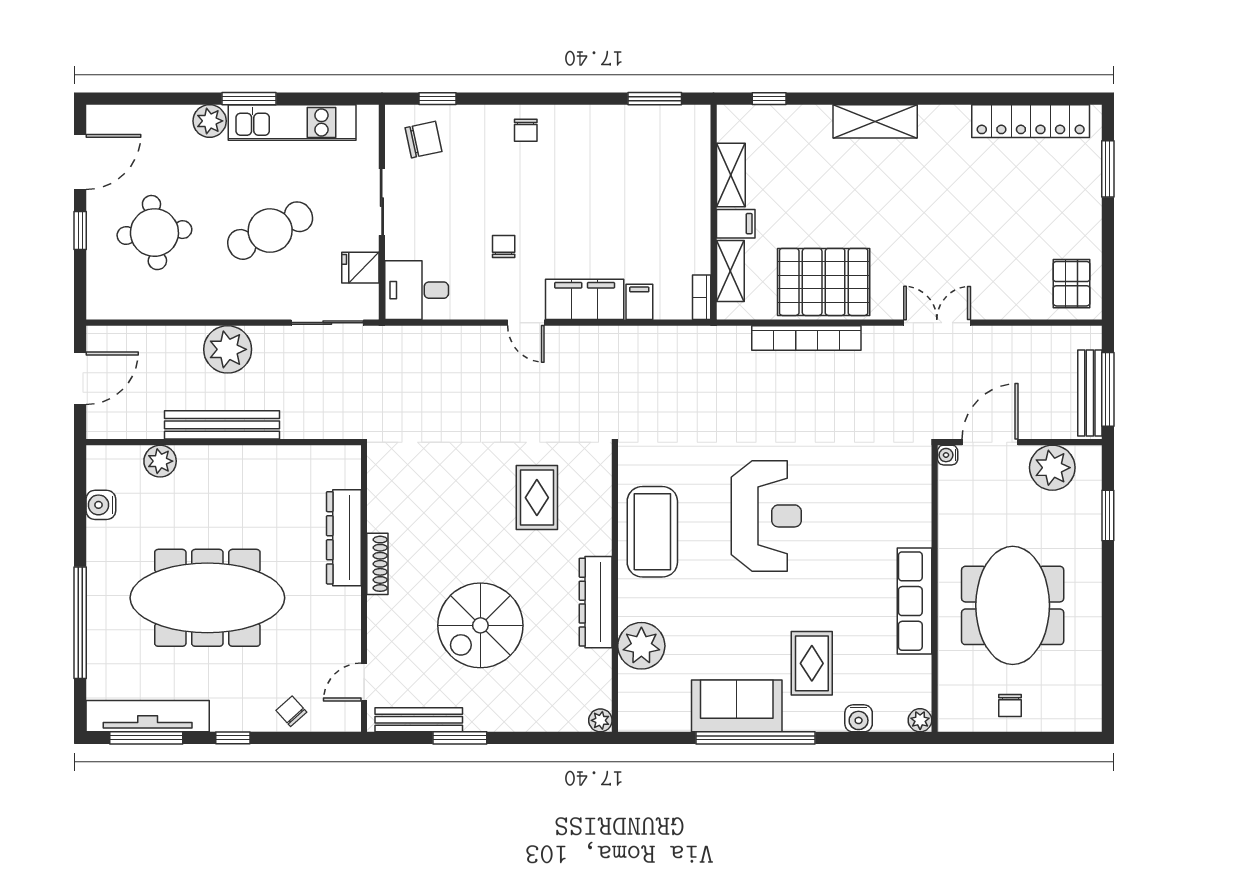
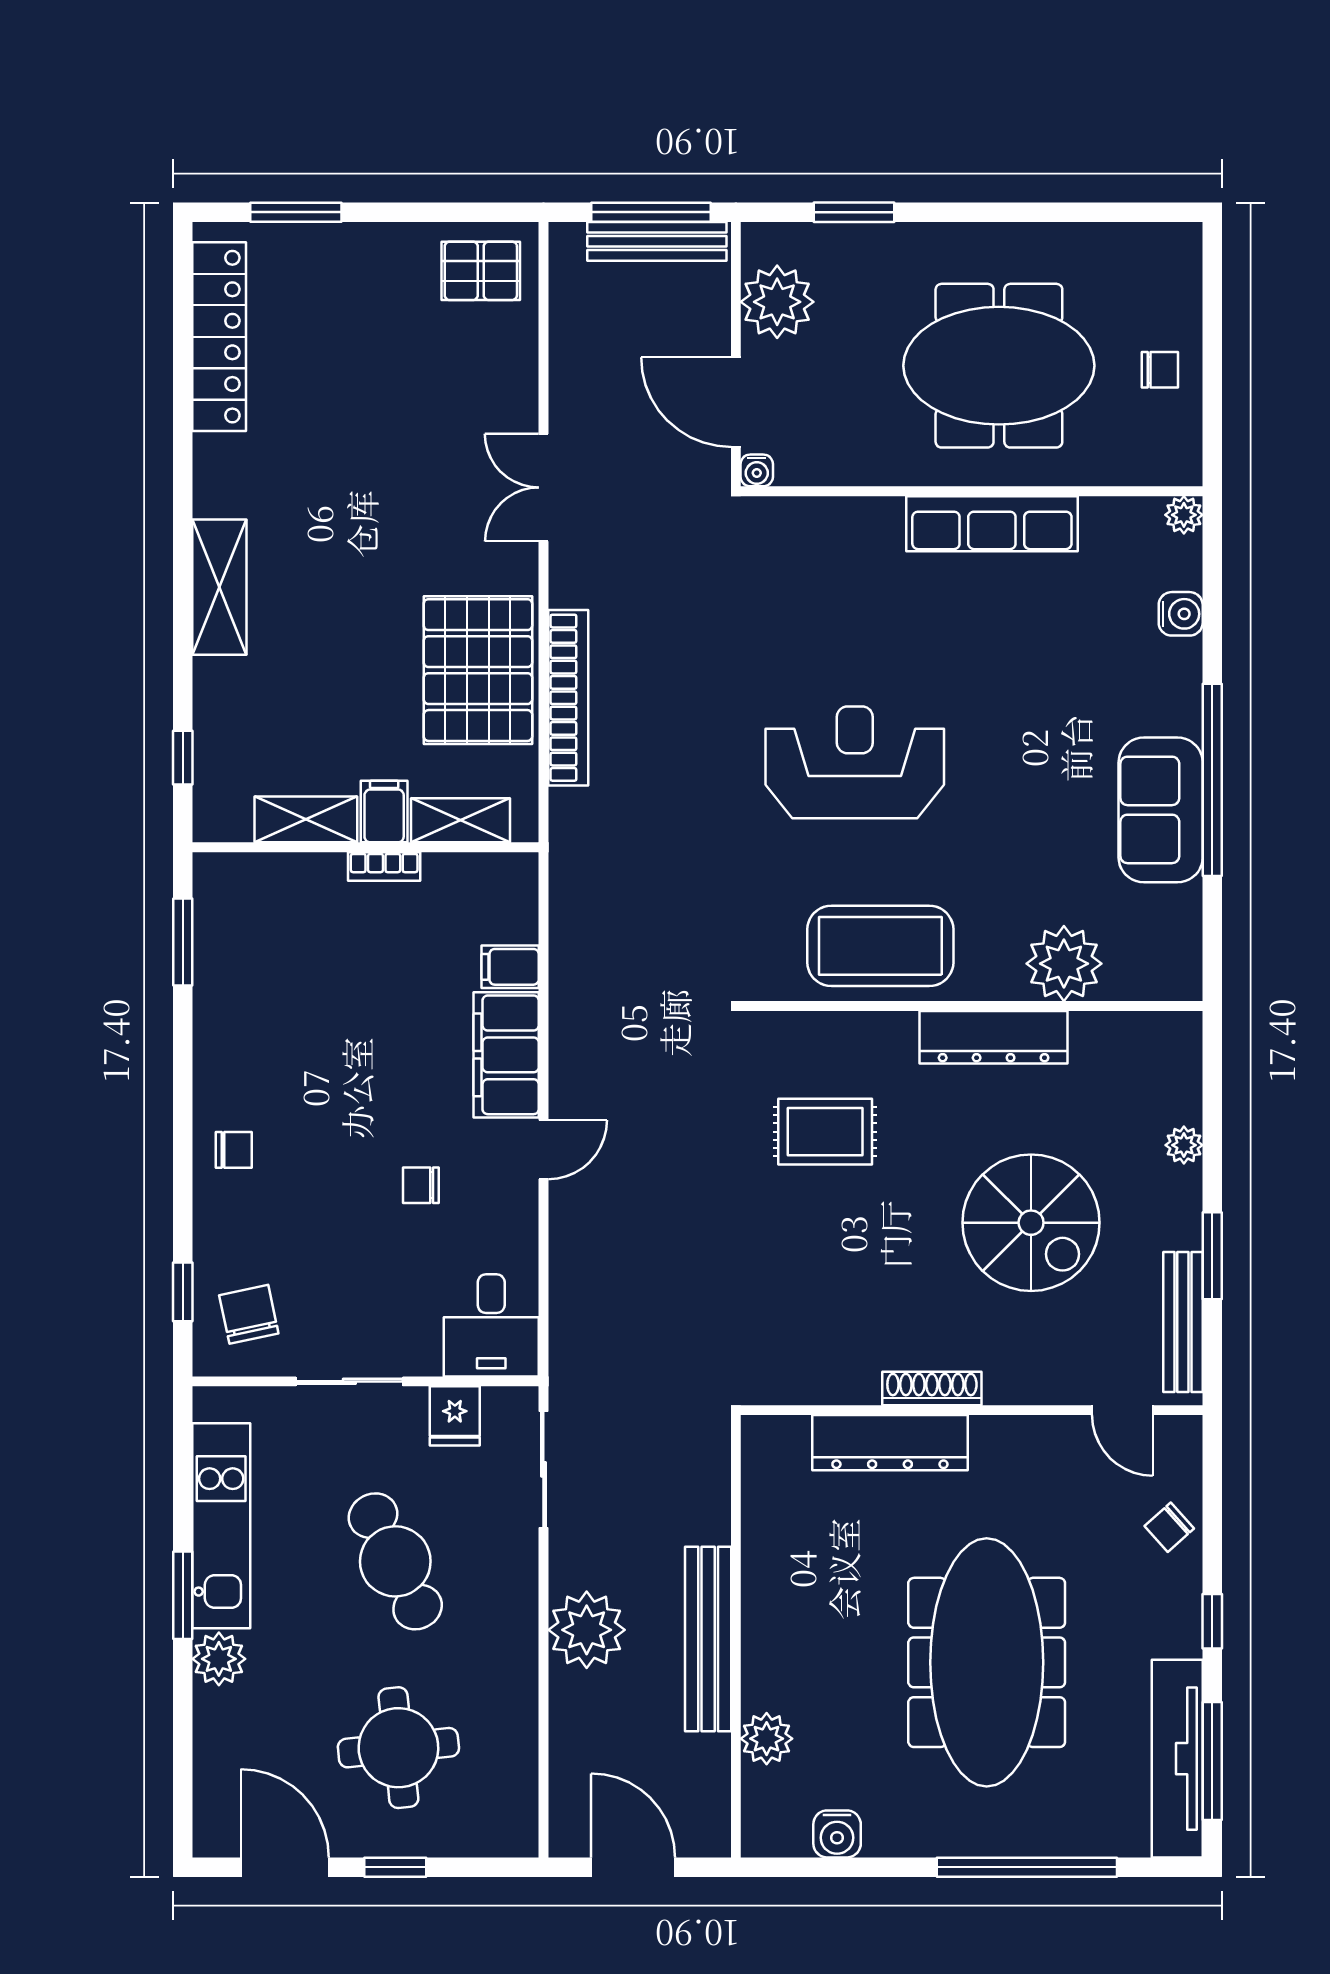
bookcase: (702, 297) -> (384, 866), moved
rug: (812, 663) -> (1092, 689), removed
plant: (600, 720) -> (1184, 1145), moved

